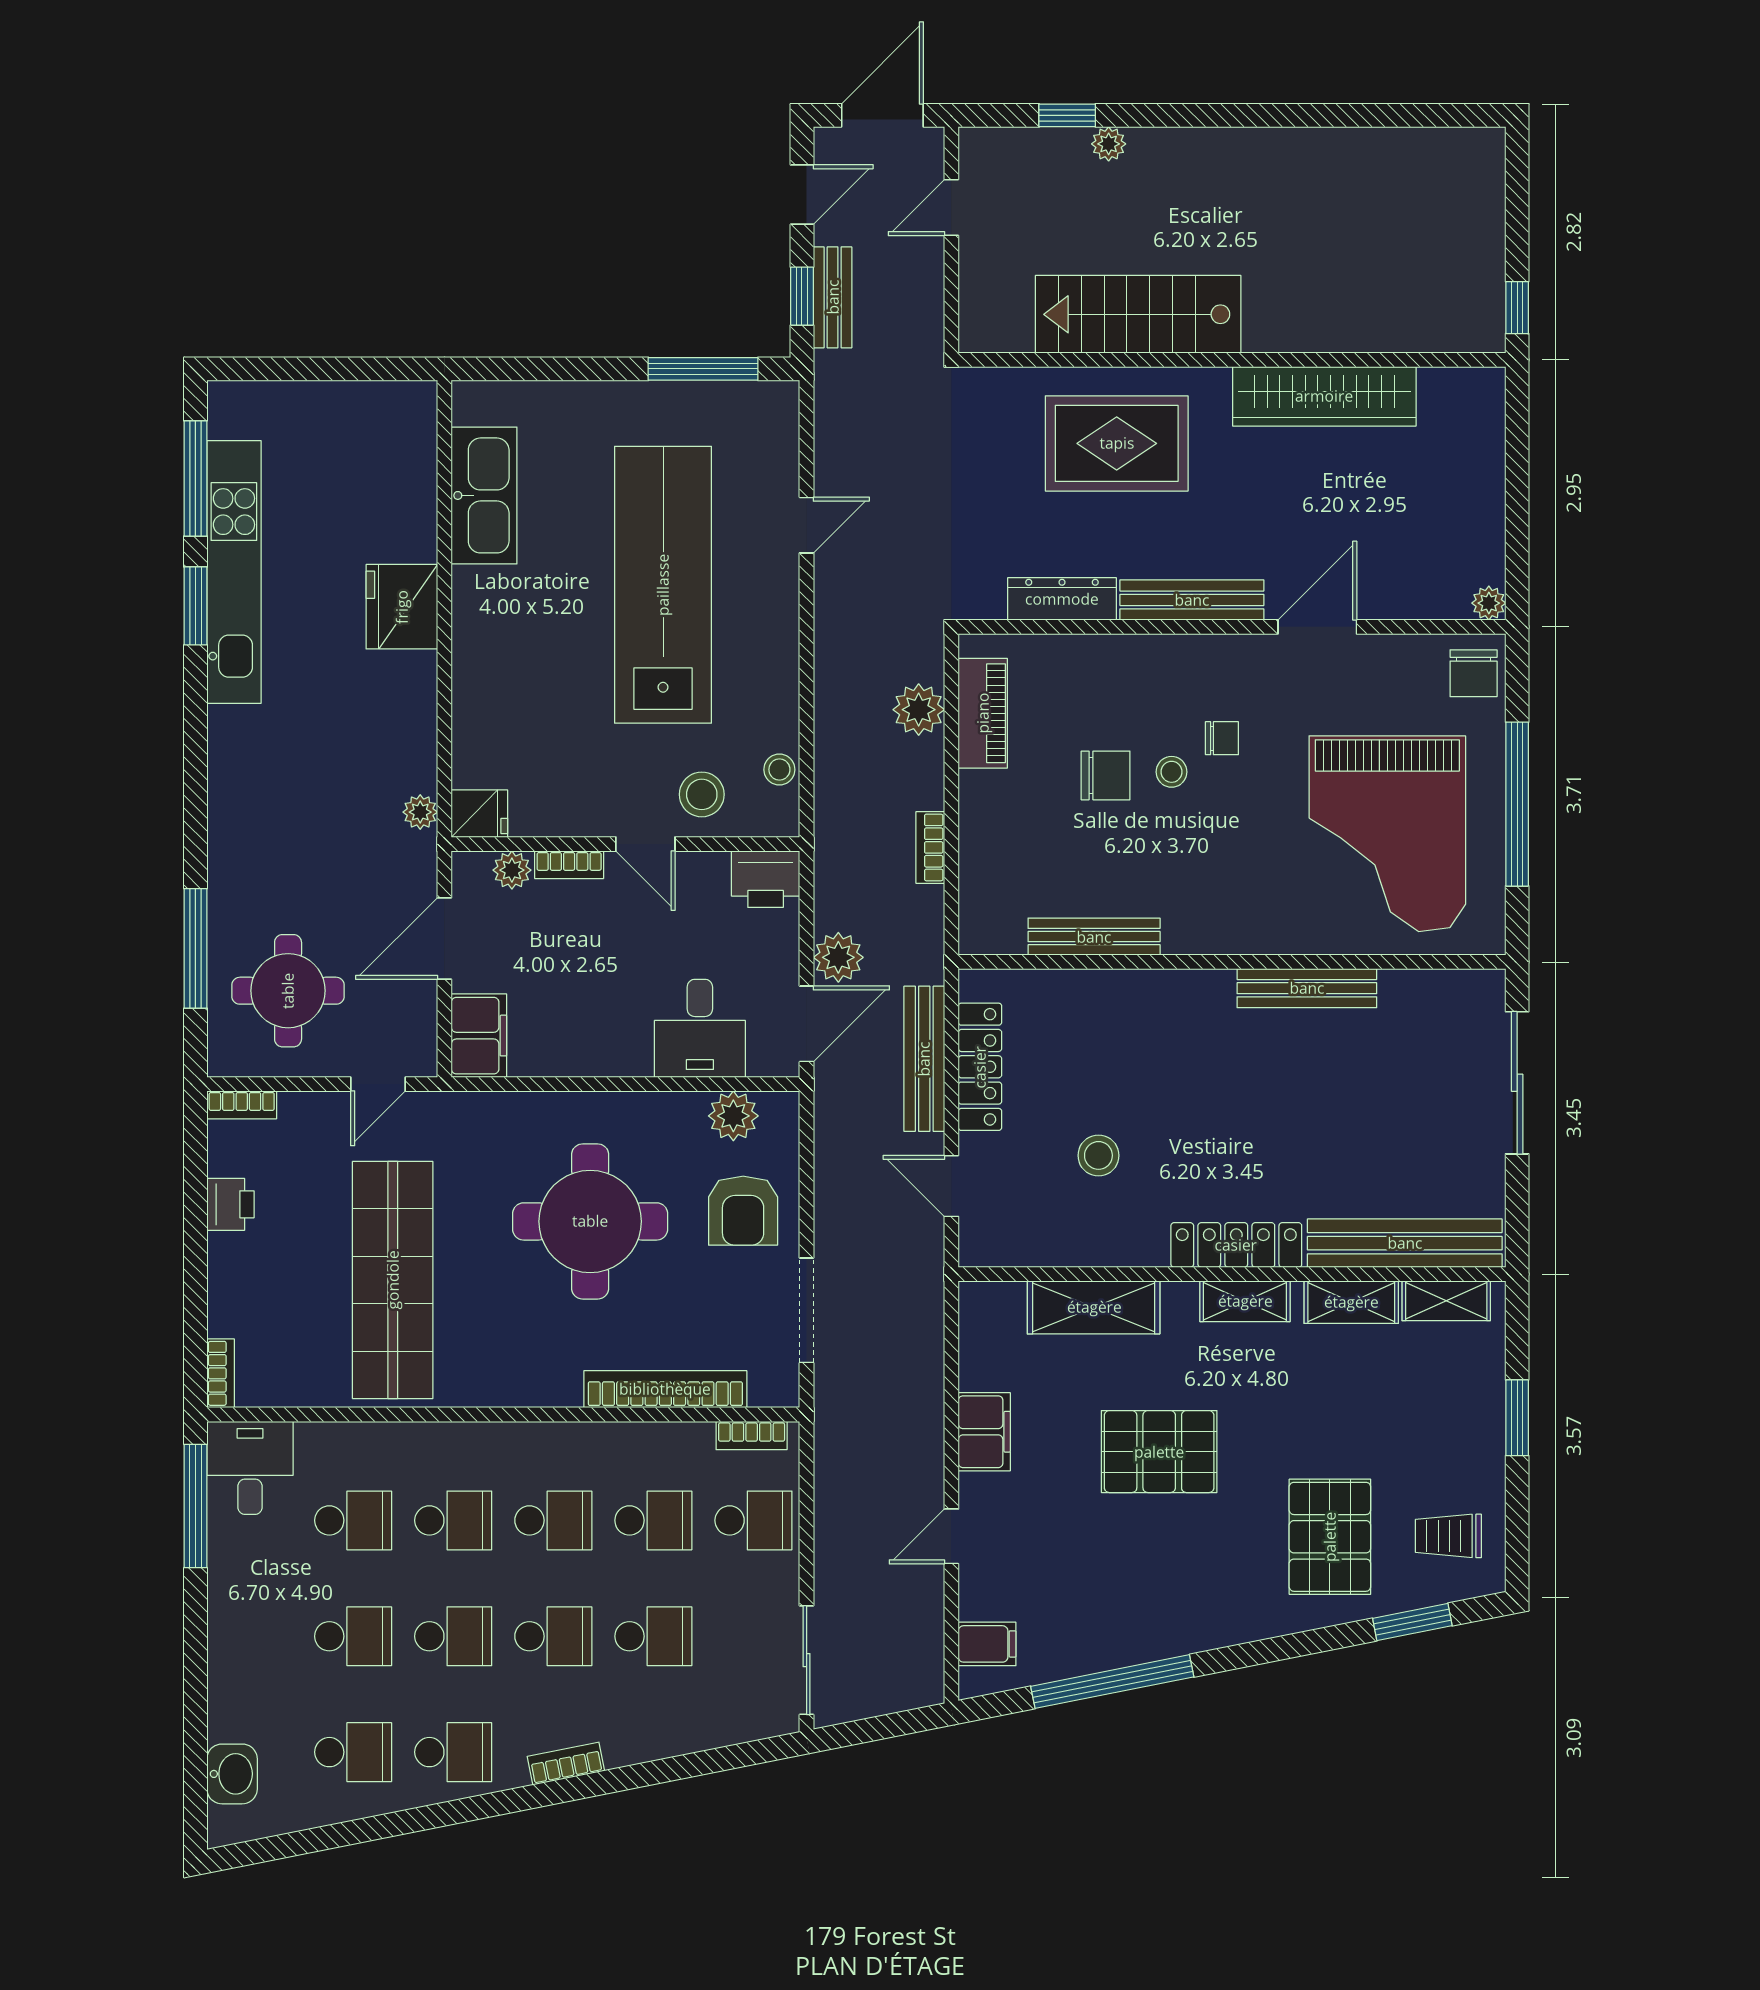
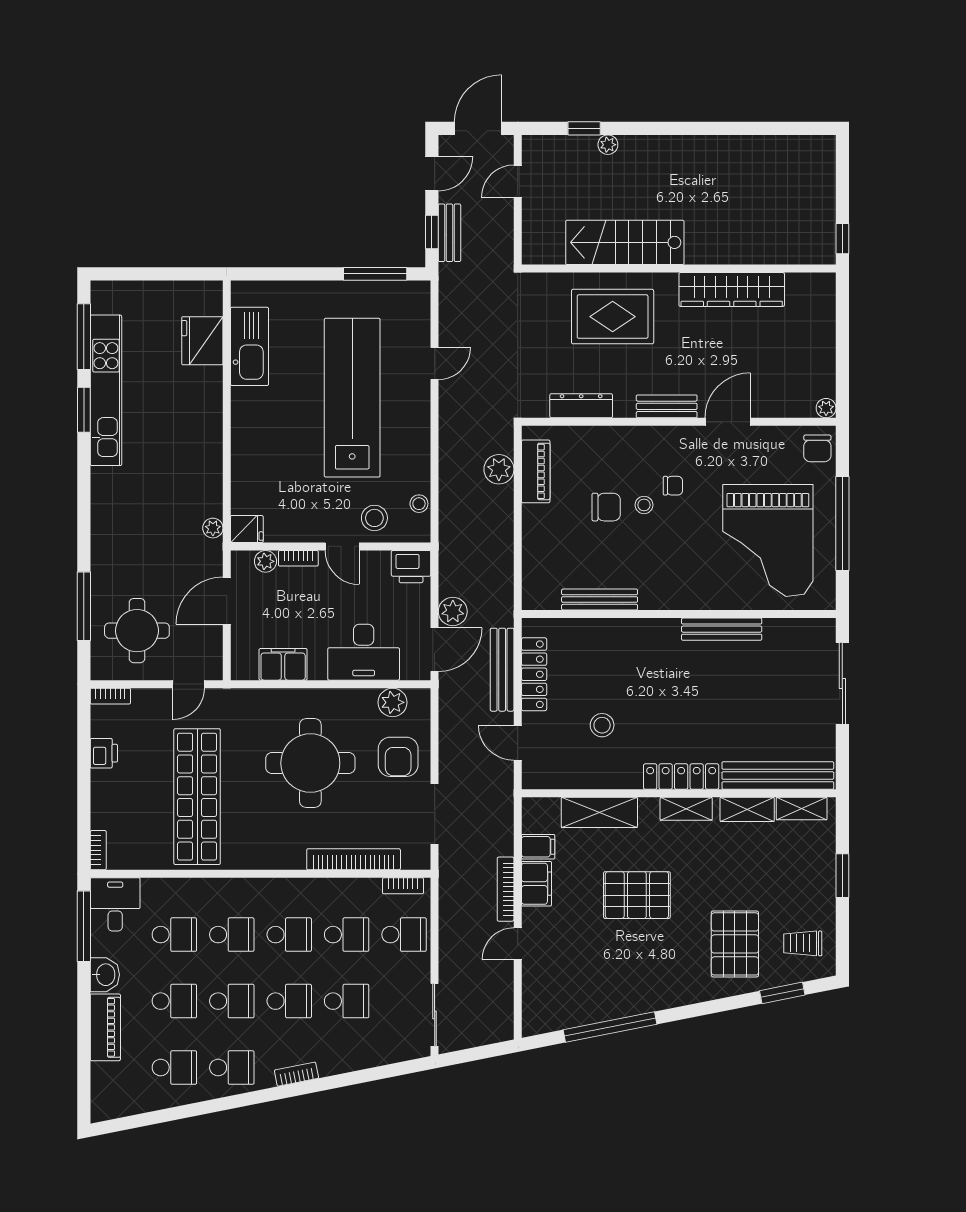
bench: (1192, 600) -> (667, 406), width x0.73
fridge: (402, 607) -> (202, 341), moved
bookcase: (930, 847) -> (506, 889), moved, width x1.56
desk: (700, 1028) -> (364, 652), width x1.37
filing cabinet: (479, 1036) -> (283, 664), moved, turned -90
filing cabinet: (987, 1644) -> (538, 847), moved
piano: (233, 1682) -> (105, 1027), added
washbasin: (232, 1774) -> (105, 975), moved

